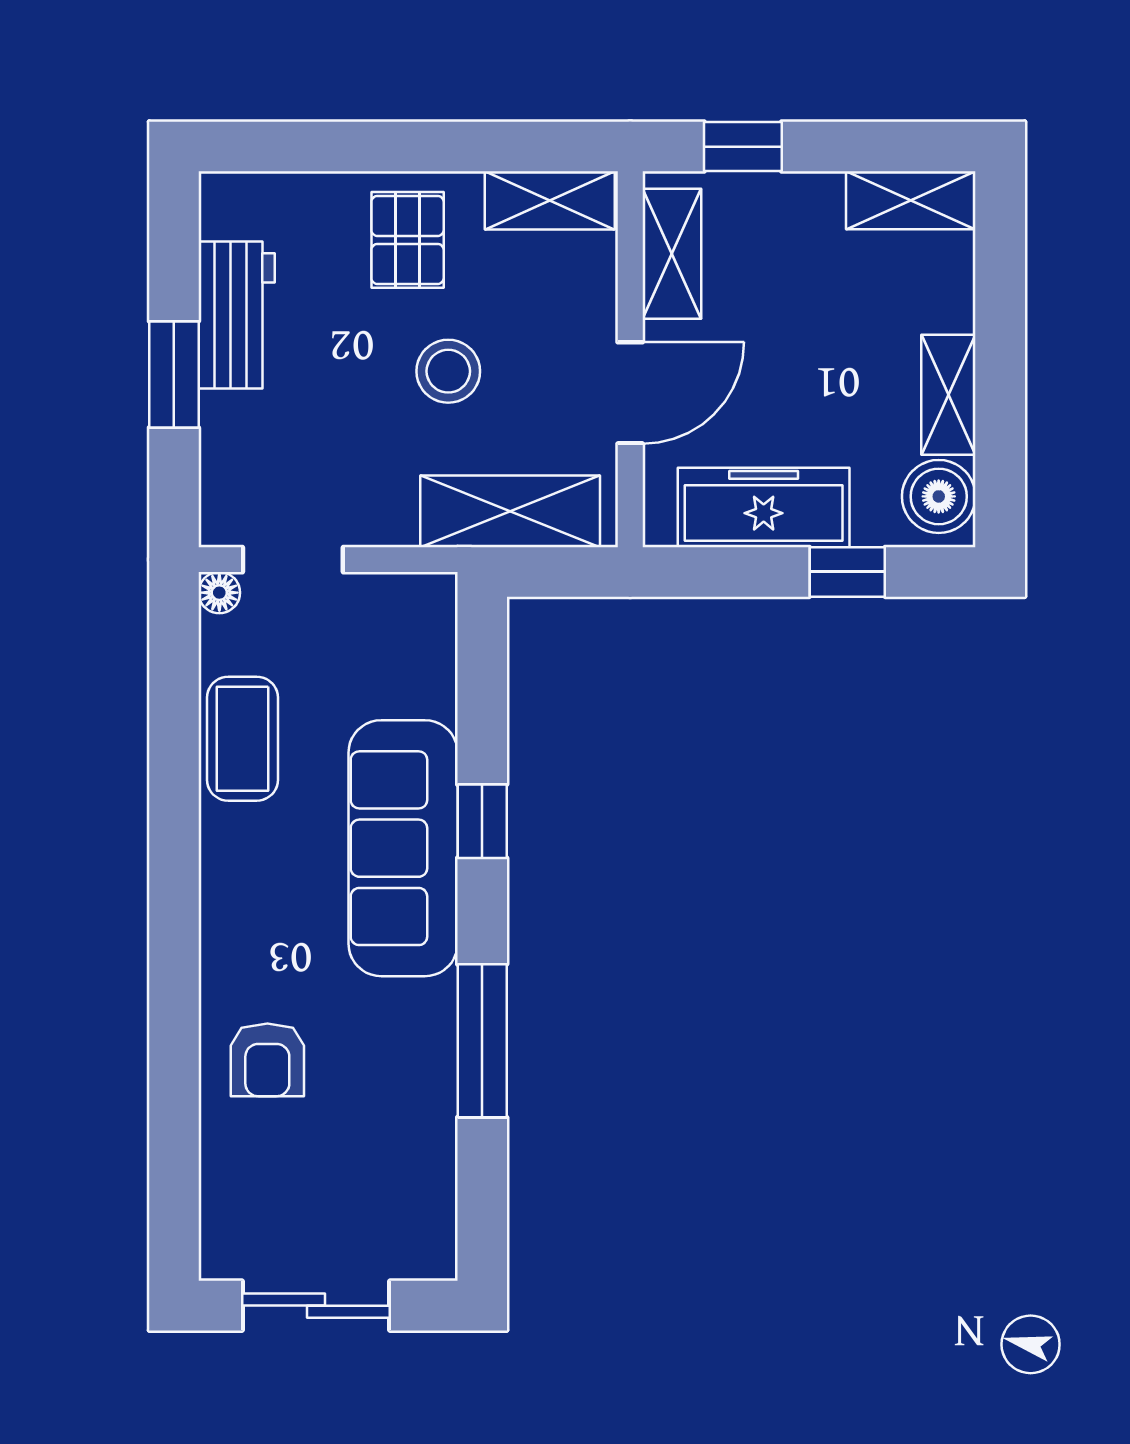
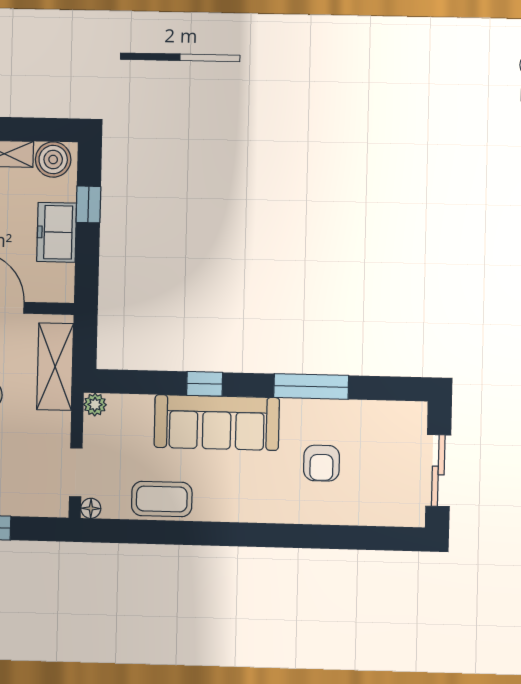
freezer: (764, 507) -> (57, 232), width x0.71
plant: (434, 596) -> (95, 405), added
armchair: (267, 1060) -> (322, 463), moved, turned 90

